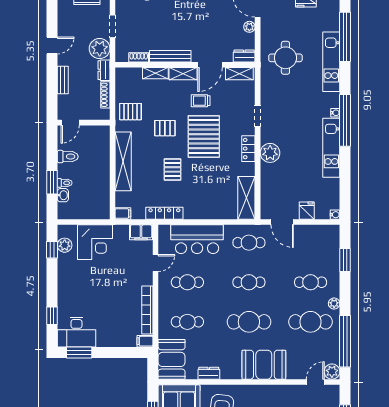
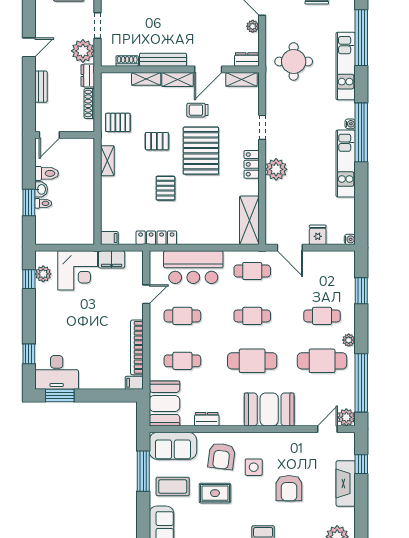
shelving: (123, 161) -> (107, 161), width x0.45, depth x0.75
washbasin: (63, 195) -> (41, 189), moved
filing cabinet: (141, 232) -> (112, 259), moved

